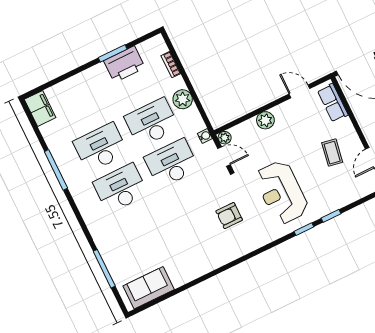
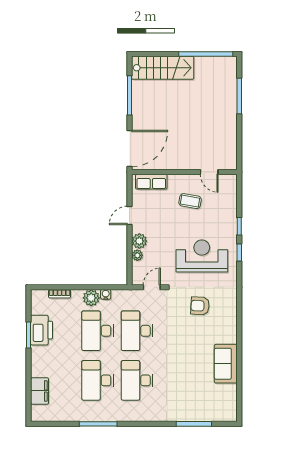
door: (299, 91) -> (130, 215), moved
filing cabinet: (40, 108) -> (40, 391), moved, turned 90
water cooler: (205, 136) -> (106, 294), moved
plant: (225, 138) -> (137, 255), moved
reception desk: (281, 192) -> (202, 256), turned 180
armchair: (229, 216) -> (200, 306), turned 93
sofa: (149, 288) -> (226, 364), moved

